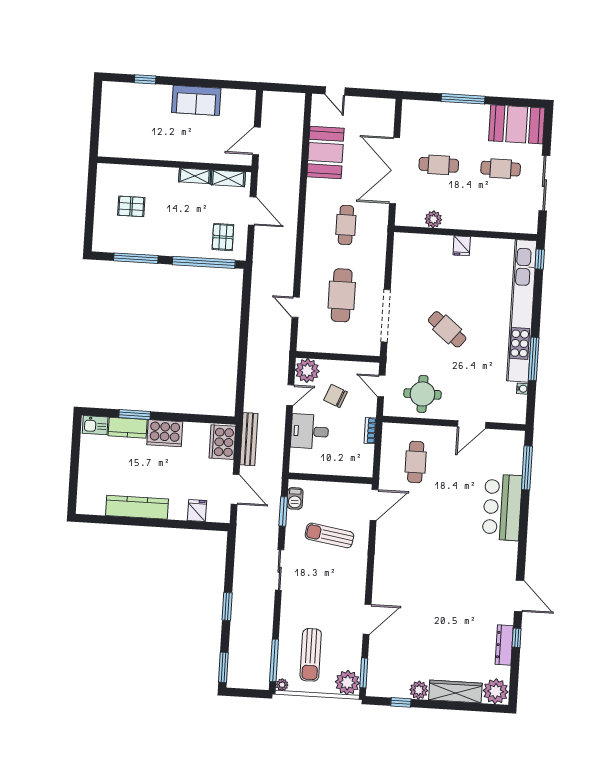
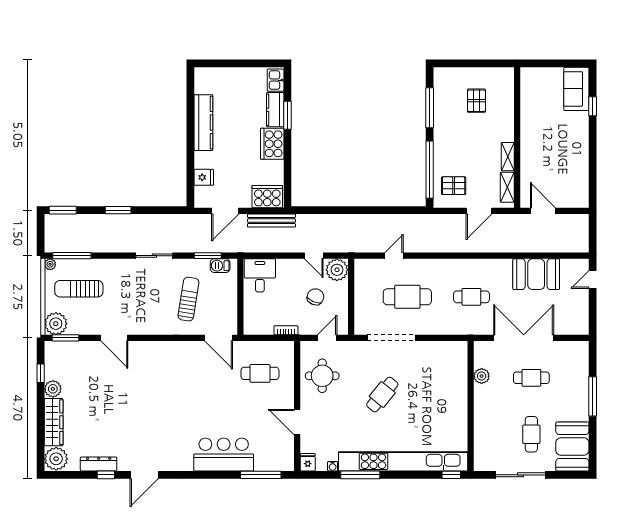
sofa: (196, 100) -> (576, 89), moved
cafe table: (439, 165) -> (531, 378), turned 90
fridge: (462, 246) -> (308, 462), moved, turned 90
desk: (310, 431) -> (260, 275), moved

